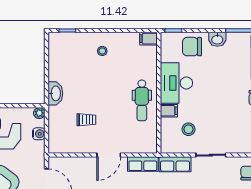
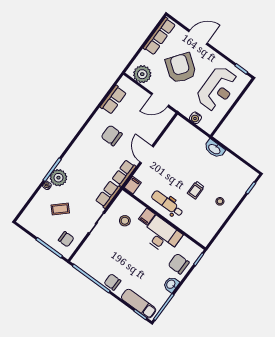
filing cabinet: (148, 39) -> (133, 185), moved
chair: (192, 47) -> (179, 264), turned -90
plant: (39, 113) -> (209, 128), removed
trolley: (86, 120) -> (196, 190), moved

